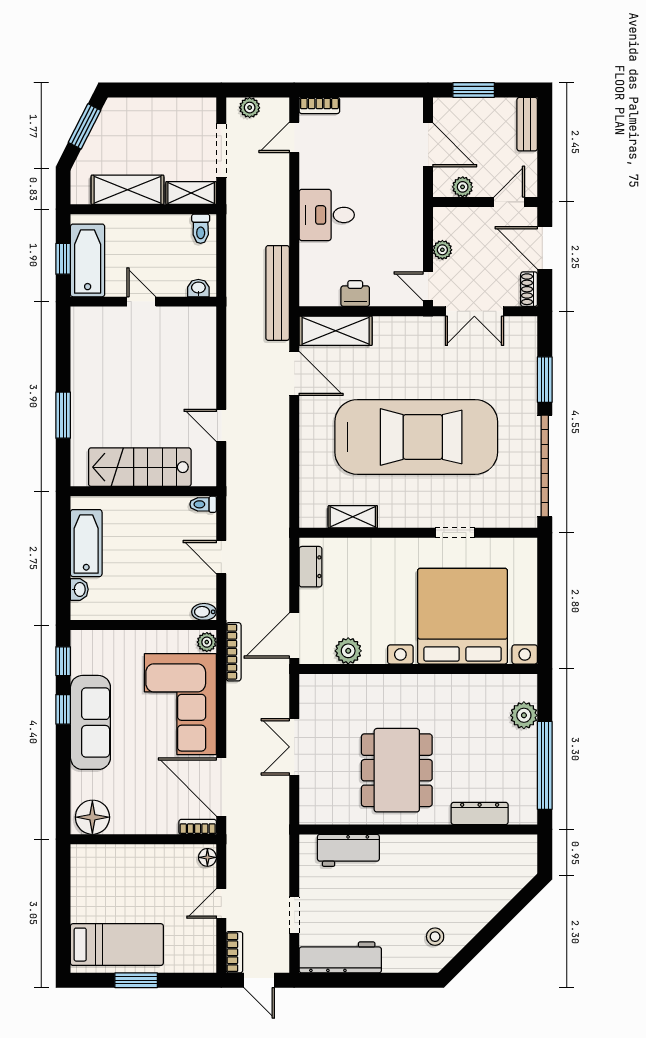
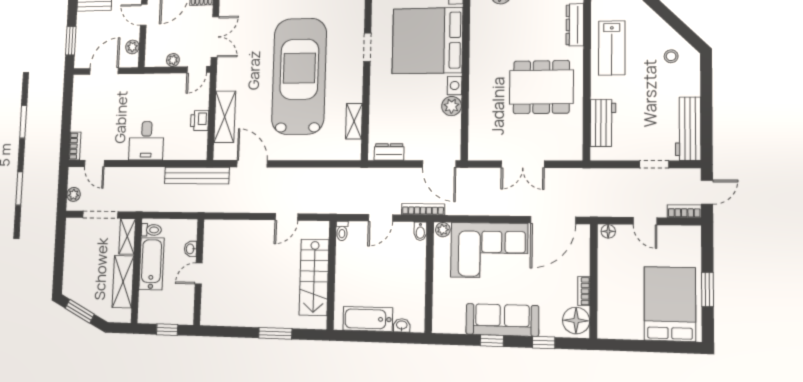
bathtub: (88, 260) -> (151, 264), moved, turned 90
washbasin: (198, 288) -> (190, 249), moved
shelving: (336, 331) -> (225, 117), moved
door: (294, 373) -> (252, 164), hinge flipped
plant: (348, 651) -> (452, 106), moved
bookcase: (234, 652) -> (423, 209), moved
window: (63, 661) -> (544, 343), moved
bookcase: (198, 827) -> (584, 291), moved
lab bench: (448, 861) -> (612, 48), added
bed: (117, 945) -> (670, 304), width x1.50

